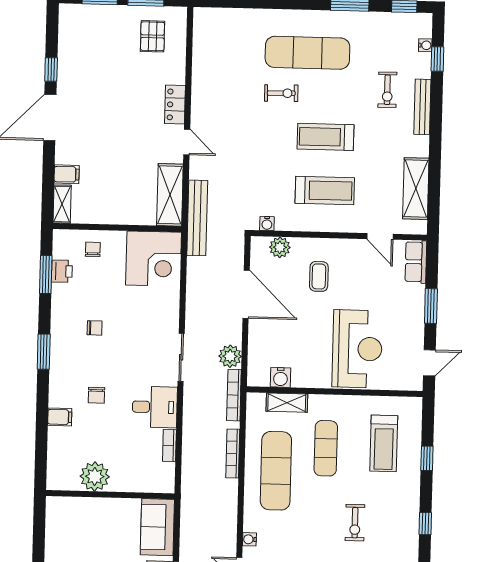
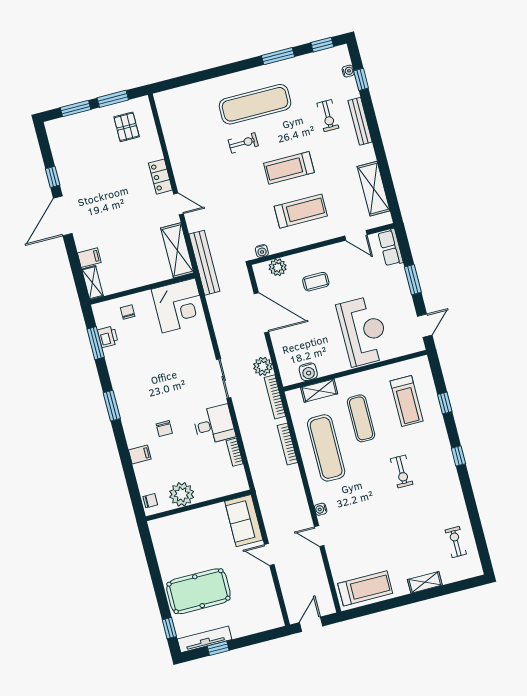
coffee table: (319, 276) -> (316, 282), turned 90
chair: (95, 328) -> (150, 501), moved

